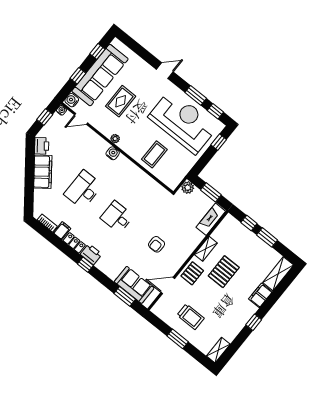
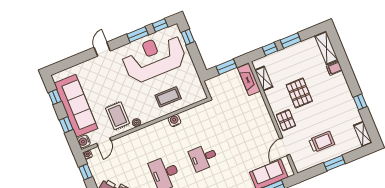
rug: (121, 101) -> (118, 116), moved
water cooler: (113, 153) -> (174, 121), moved
coffee table: (154, 154) -> (168, 97), turned 90
plant: (188, 188) -> (212, 84), removed
armchair: (157, 244) -> (245, 137), removed
shelving: (206, 249) -> (264, 78), moved
filing cabinet: (260, 295) -> (334, 68), width x0.50
window: (254, 322) -> (360, 102), moved

